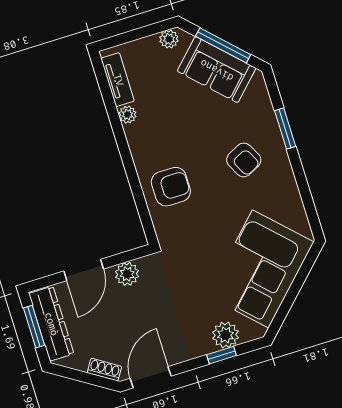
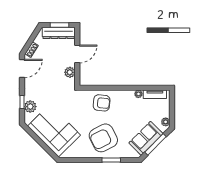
armchair: (244, 160) -> (103, 138), width x1.88, depth x1.88
armchair: (171, 187) -> (102, 103), turned -84
door: (84, 270) -> (77, 54), swing flipped
door: (151, 377) -> (22, 69), hinge flipped

